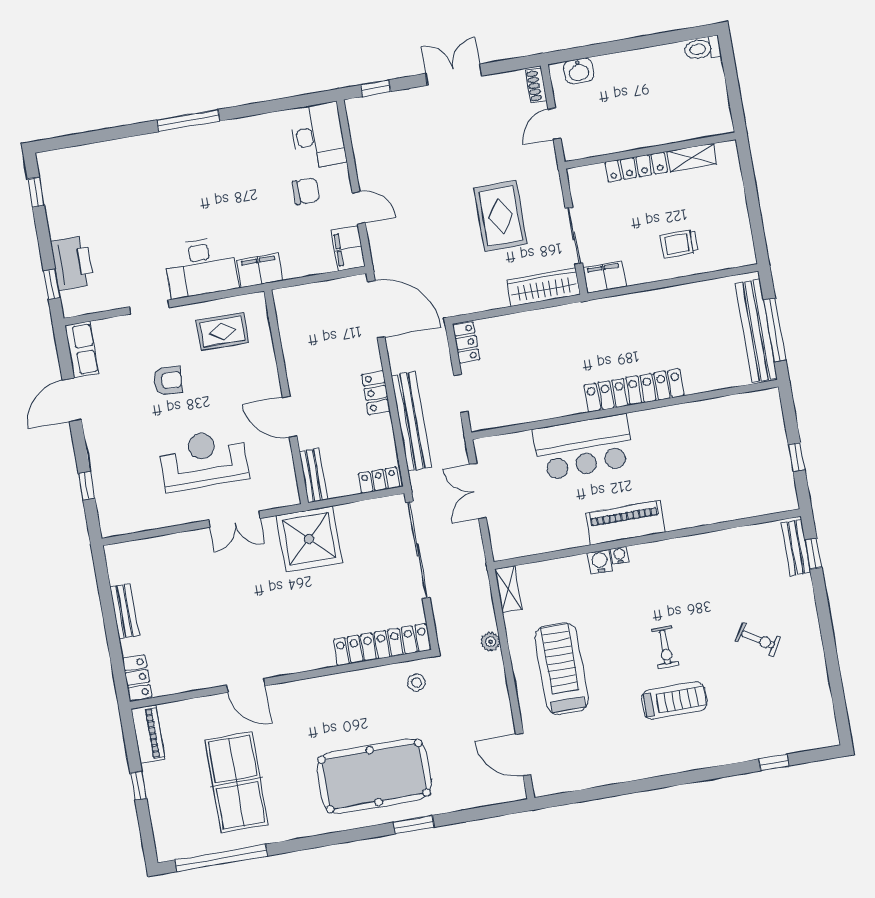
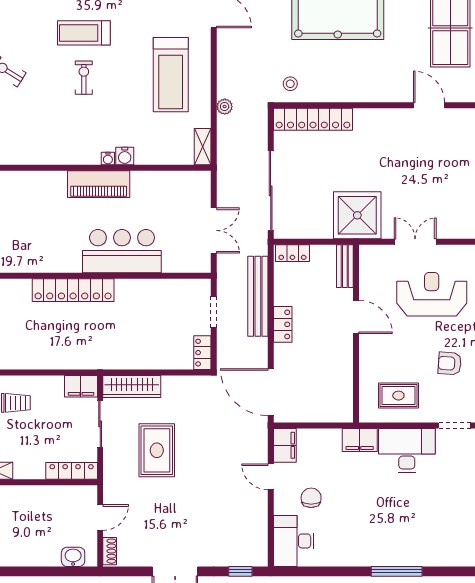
locker: (636, 167) -> (72, 471), moved
chair: (306, 191) -> (311, 498), turned 90
reception desk: (204, 460) -> (432, 294), turned 180

